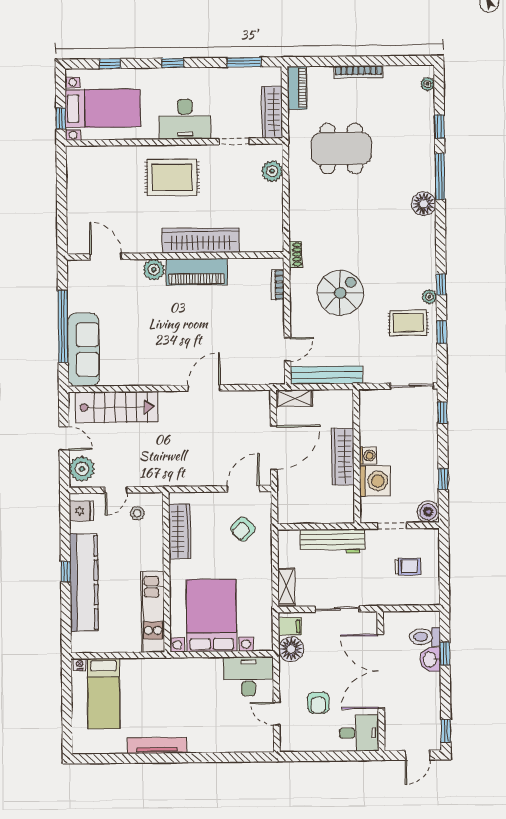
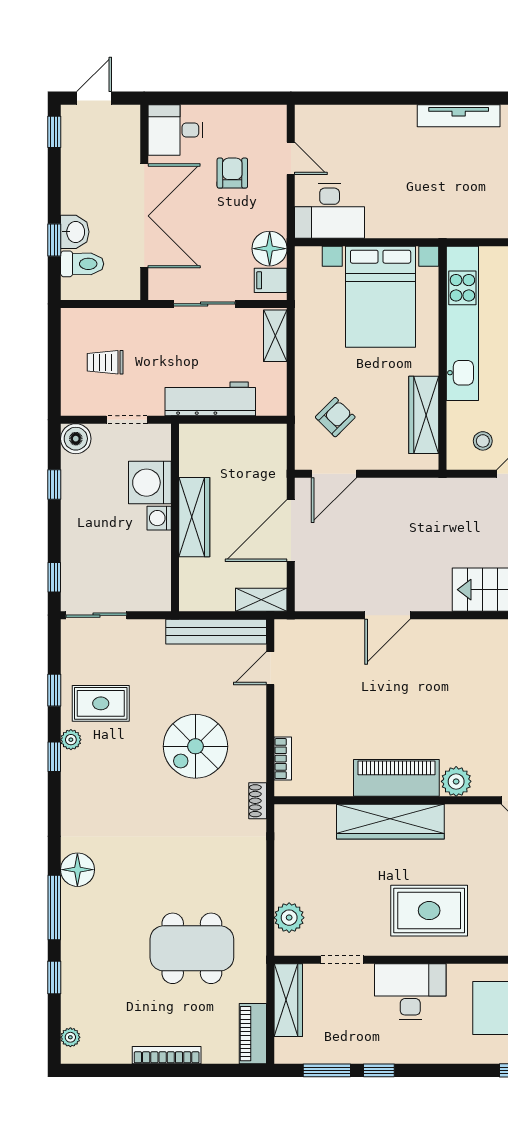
window: (173, 63) -> (379, 1070), moved
kitchen unit: (153, 612) -> (462, 323), width x1.36

